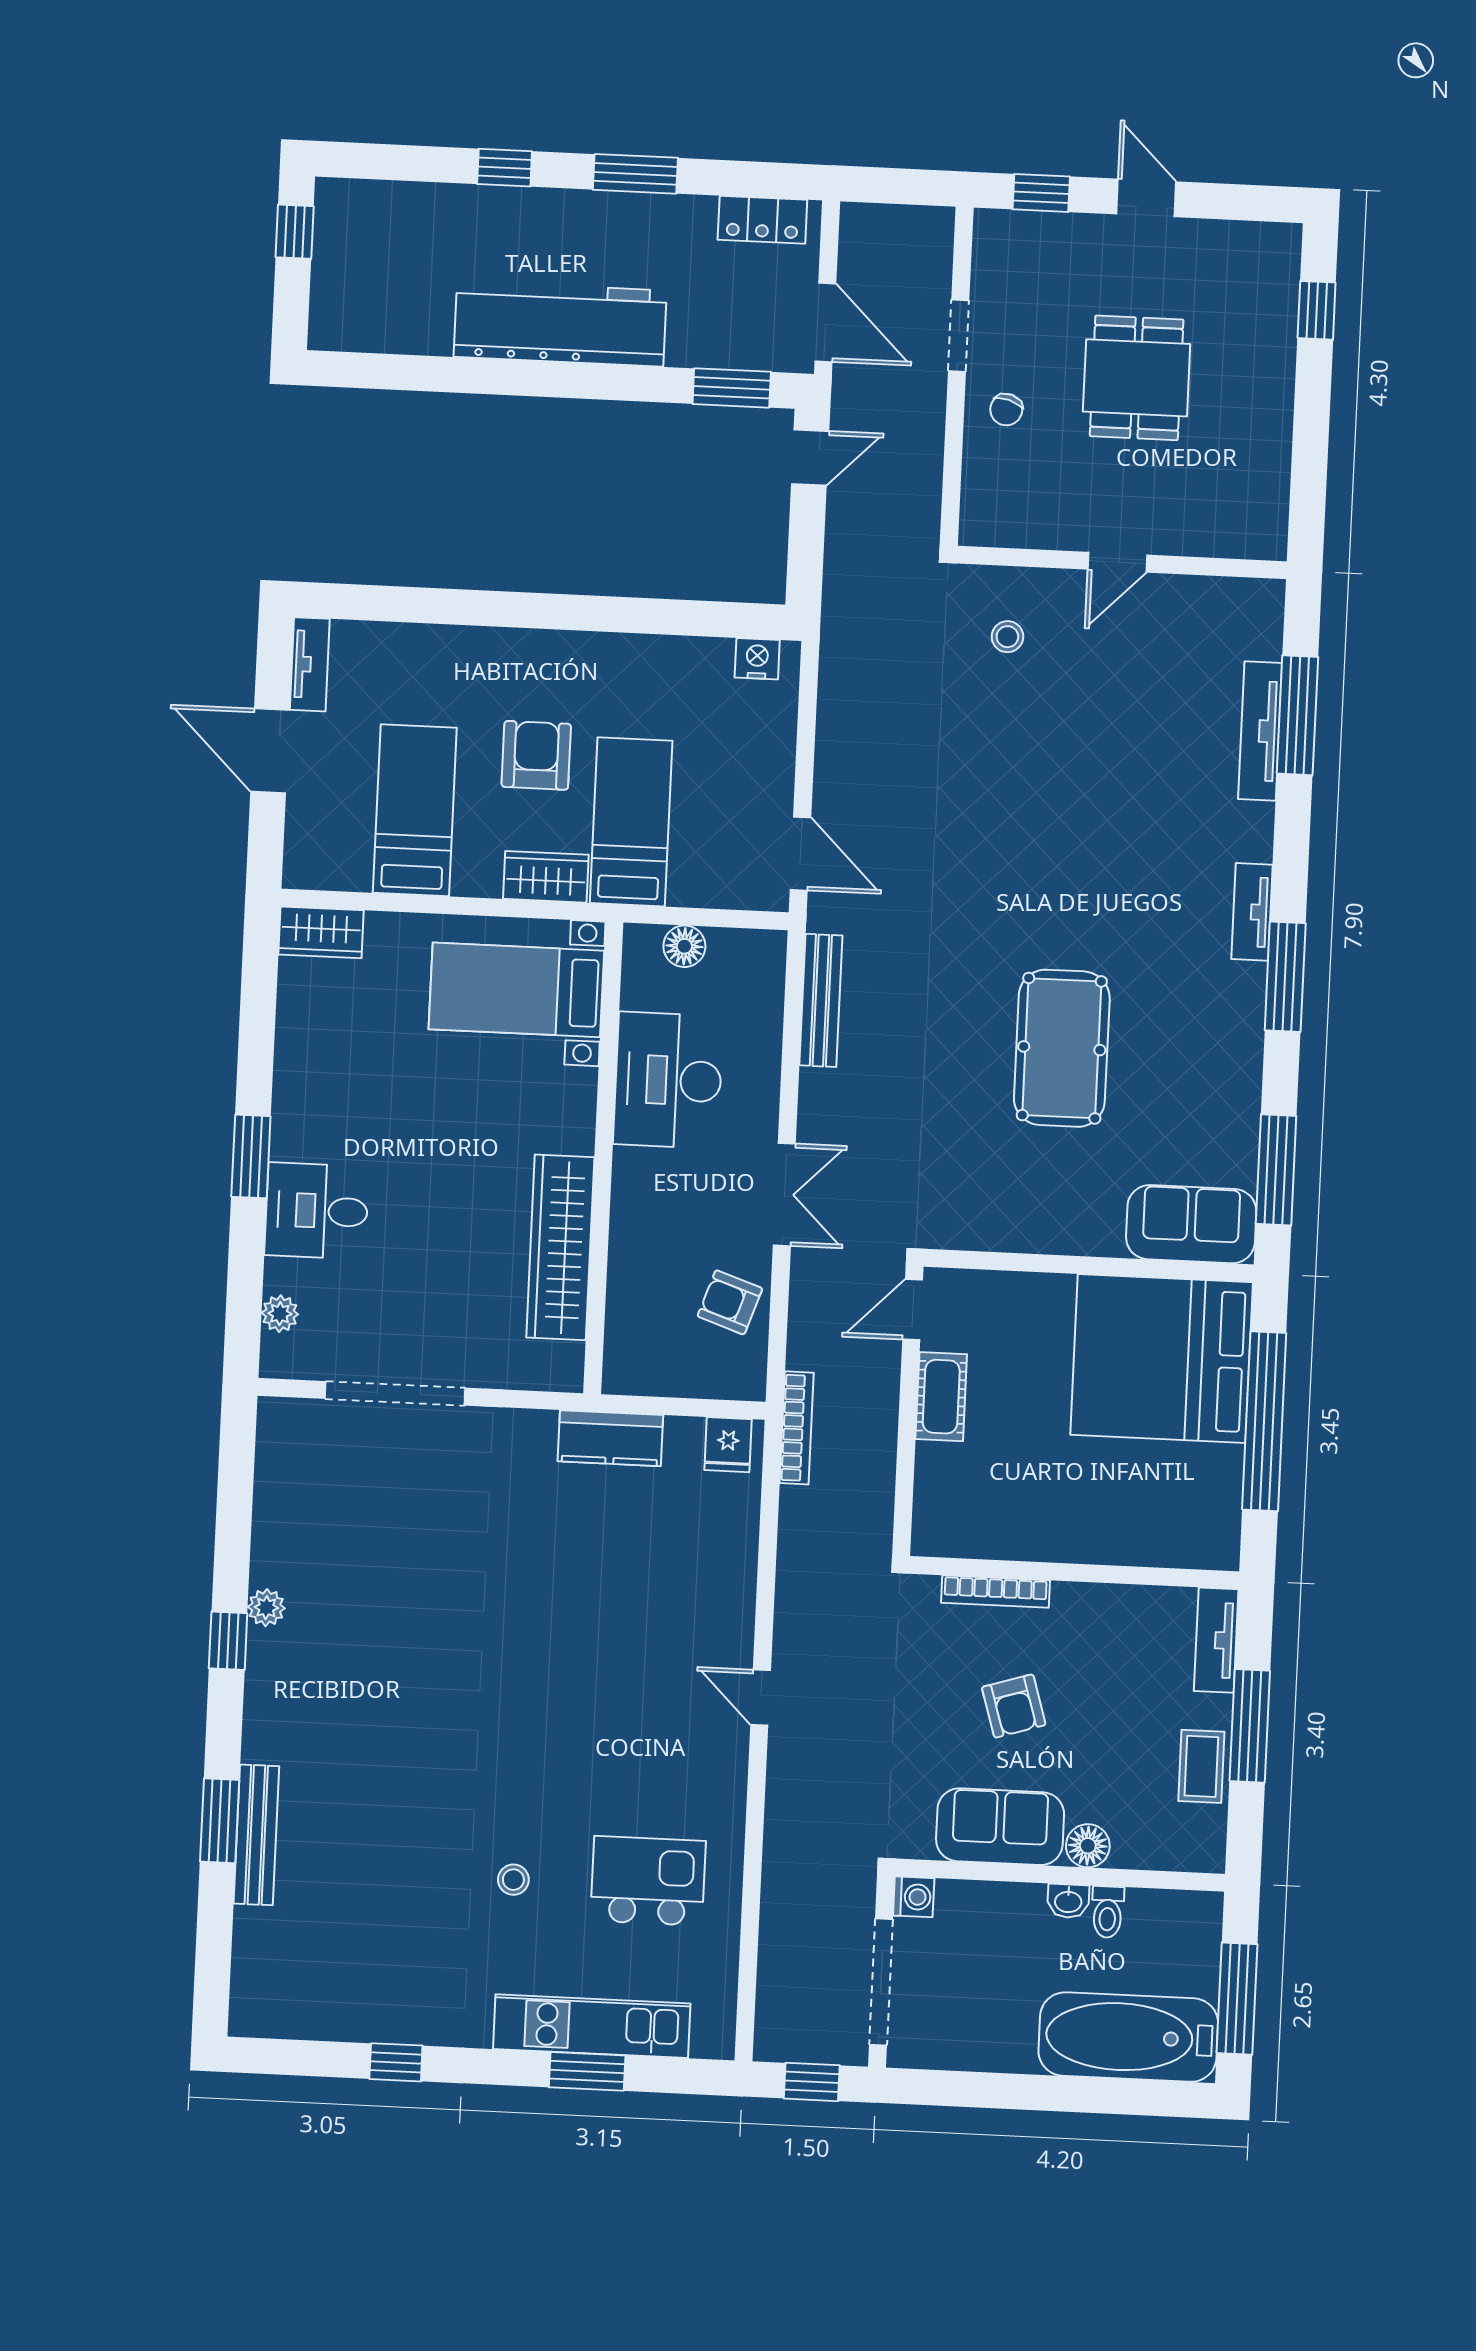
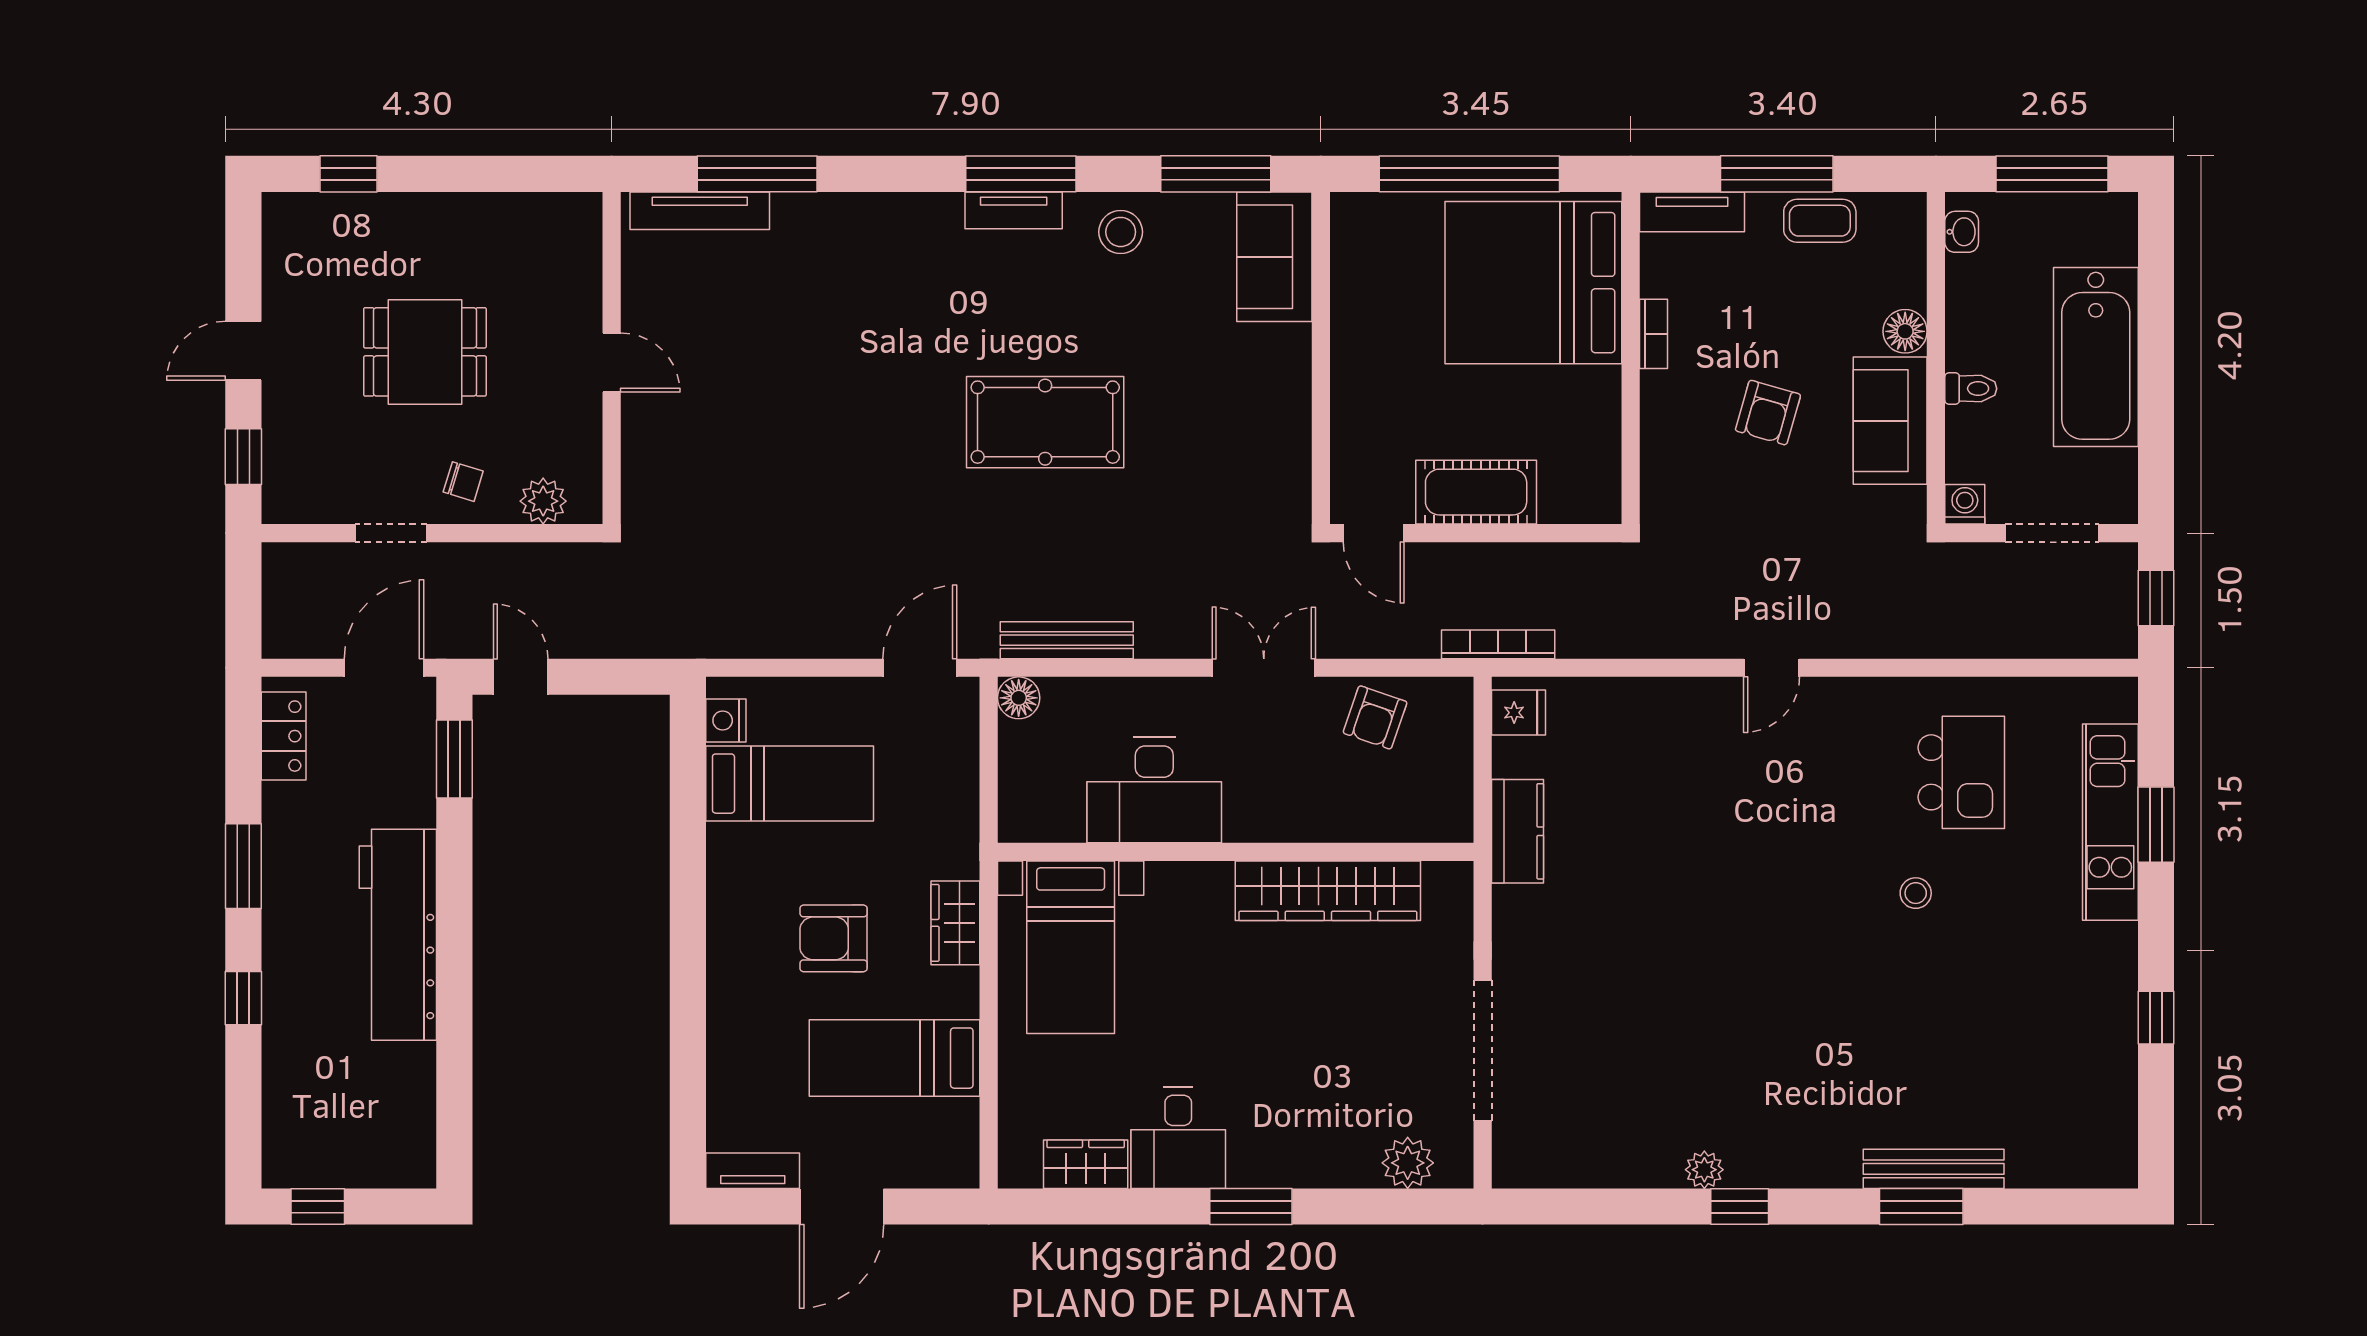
plant: (983, 488) -> (543, 501), added
stool: (1007, 637) -> (1121, 232), moved, width x1.37, depth x1.37
tv unit: (1260, 731) -> (700, 211), moved
bed: (631, 822) -> (790, 784), moved, turned 180
tv unit: (1252, 912) -> (1014, 210), moved
wardrobe: (321, 932) -> (1086, 1164), moved, turned -90
floor lamp: (684, 946) -> (1019, 698), moved
pool table: (1062, 1048) -> (1045, 422), moved
desk: (317, 1211) -> (1178, 1138), moved
plant: (280, 1314) -> (1408, 1163), width x1.38, depth x1.38
bed: (1162, 1359) -> (1533, 283), moved, turned 90
cot: (941, 1397) -> (1476, 492), width x1.37, depth x1.34
bookcase: (996, 1592) -> (1654, 334), moved, width x0.64
armchair: (1014, 1706) -> (1768, 413), turned 123
stool: (513, 1880) -> (1916, 893), moved
kitchen island: (648, 1881) -> (1961, 772), turned 180
washbasin: (1068, 1901) -> (1962, 232), moved
toilet: (1108, 1912) -> (1971, 389), moved
doorway: (881, 1982) -> (2052, 533), width x0.73
bathtub: (1128, 2037) -> (2096, 357), moved

